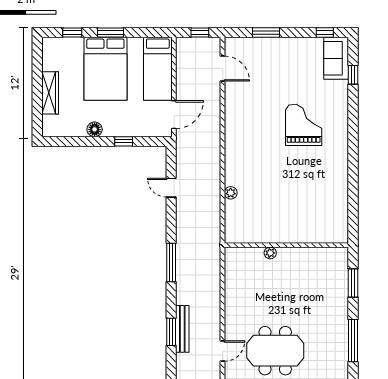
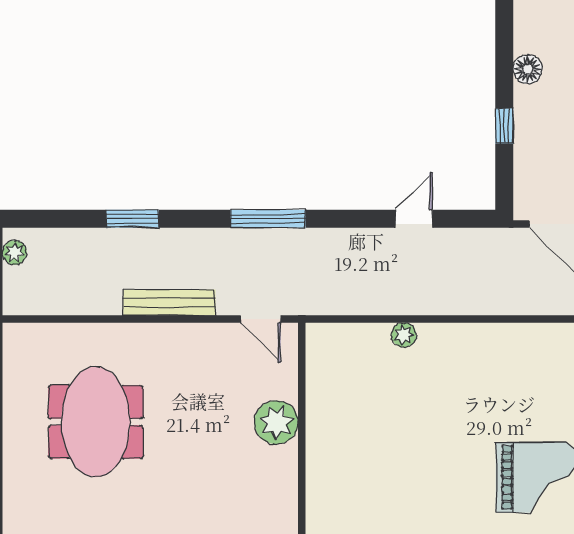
plant: (270, 253) -> (276, 422), width x1.88, depth x1.88
bench: (182, 329) -> (169, 303), moved
door: (223, 351) -> (261, 319), moved

